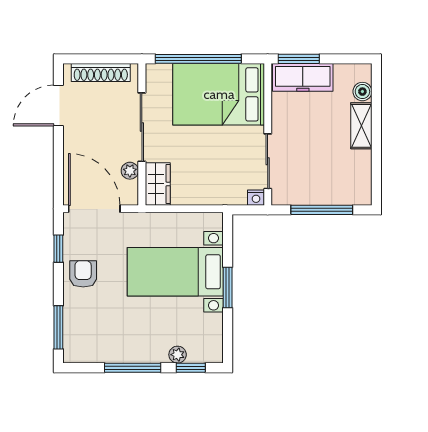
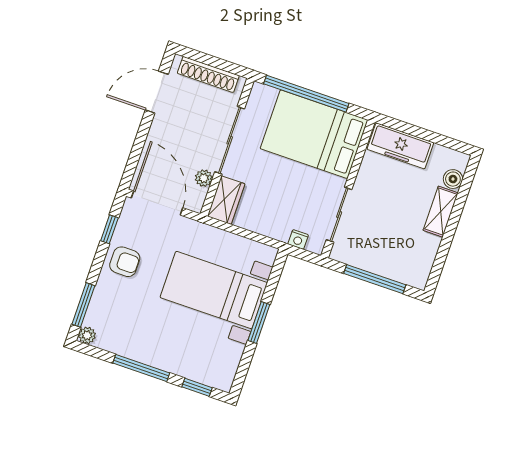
window: (299, 59) -> (403, 127), removed
nightstand: (256, 198) -> (298, 239), moved
armchair: (83, 274) -> (125, 262), turned 90
plant: (178, 355) -> (87, 335), moved

